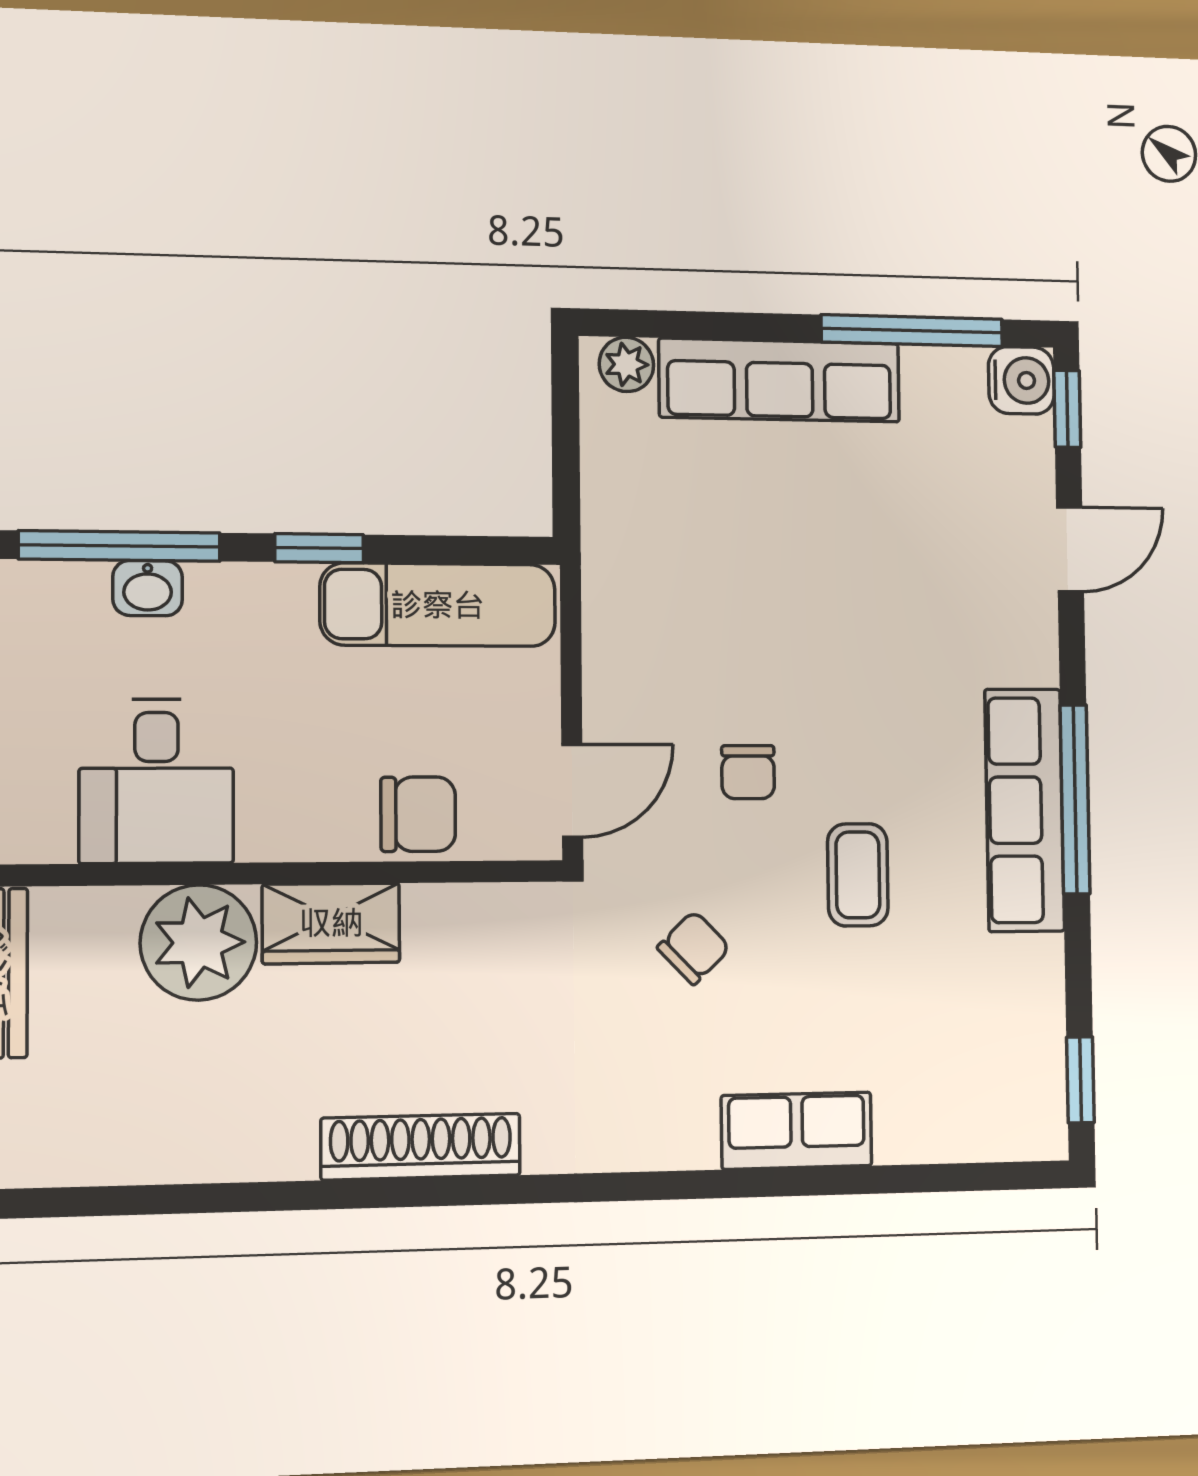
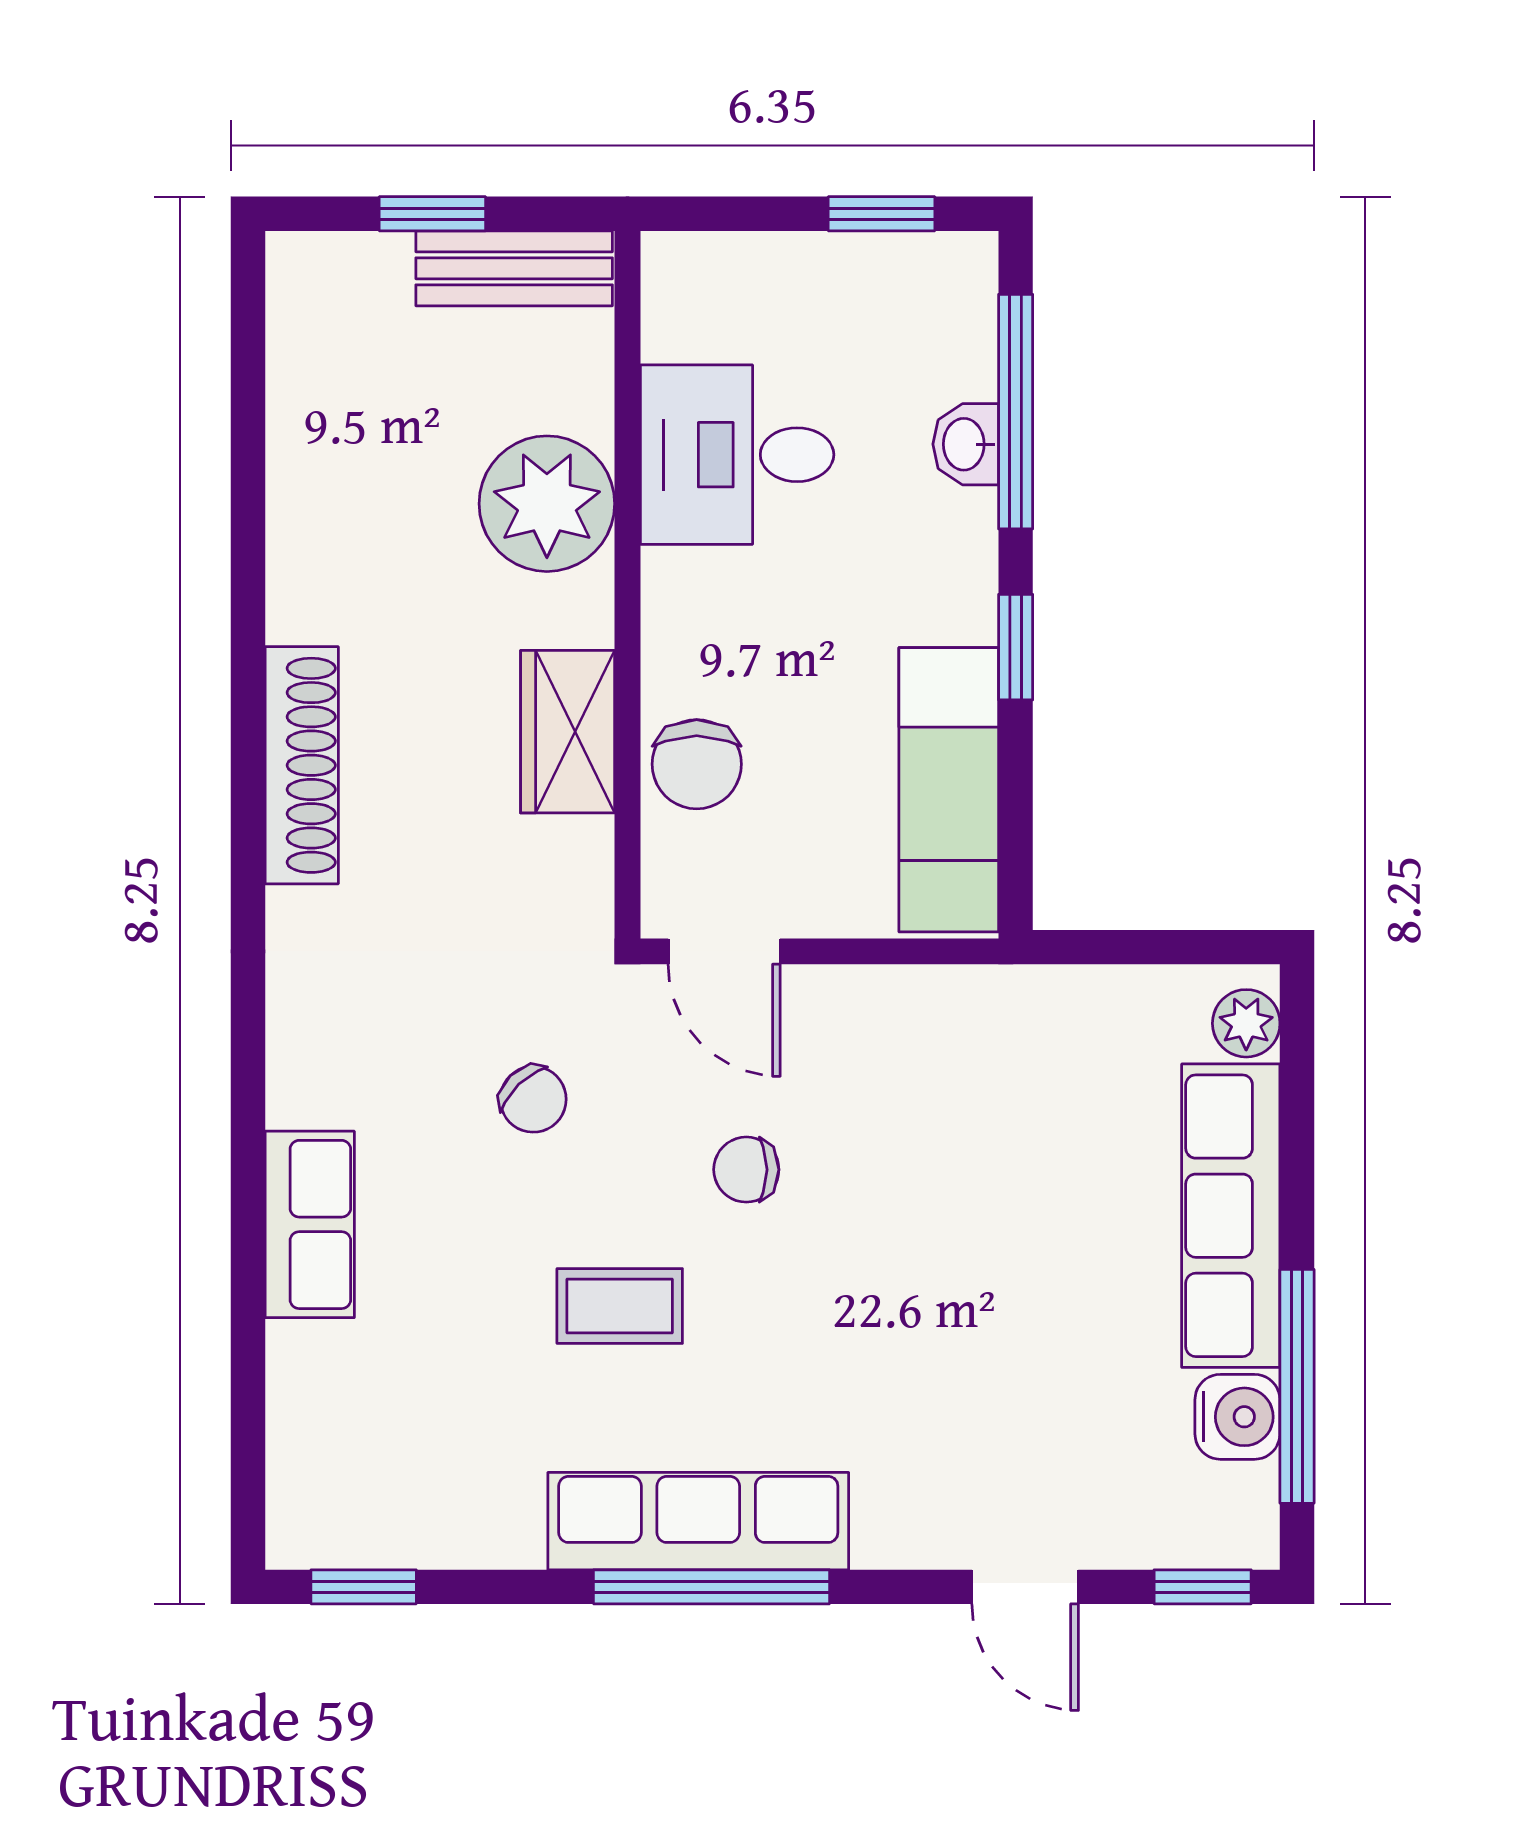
water cooler: (1021, 380) -> (1237, 1417), moved, turned -90
wardrobe: (331, 923) -> (568, 732), moved

